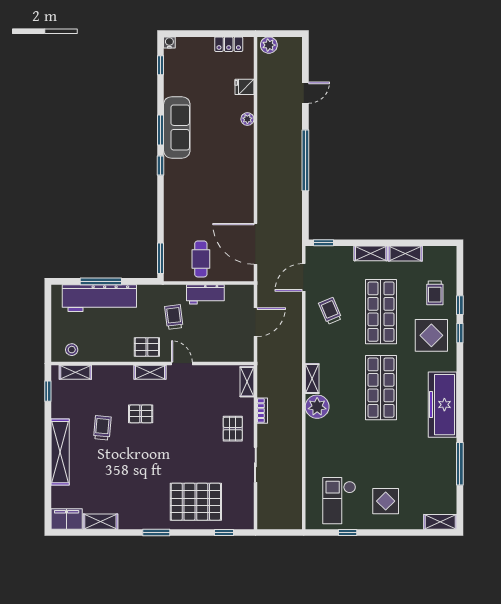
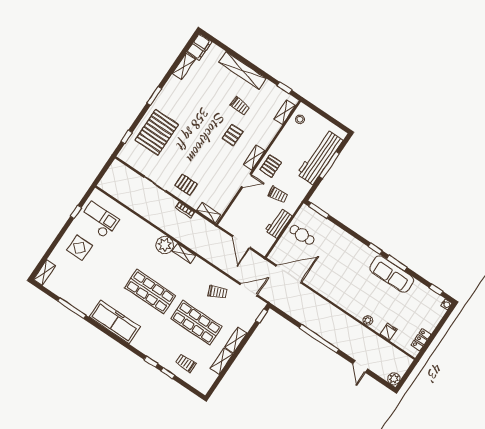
plant: (269, 45) -> (394, 379), moved
door: (304, 277) -> (249, 290), hinge flipped
display table: (431, 335) -> (161, 343), removed

